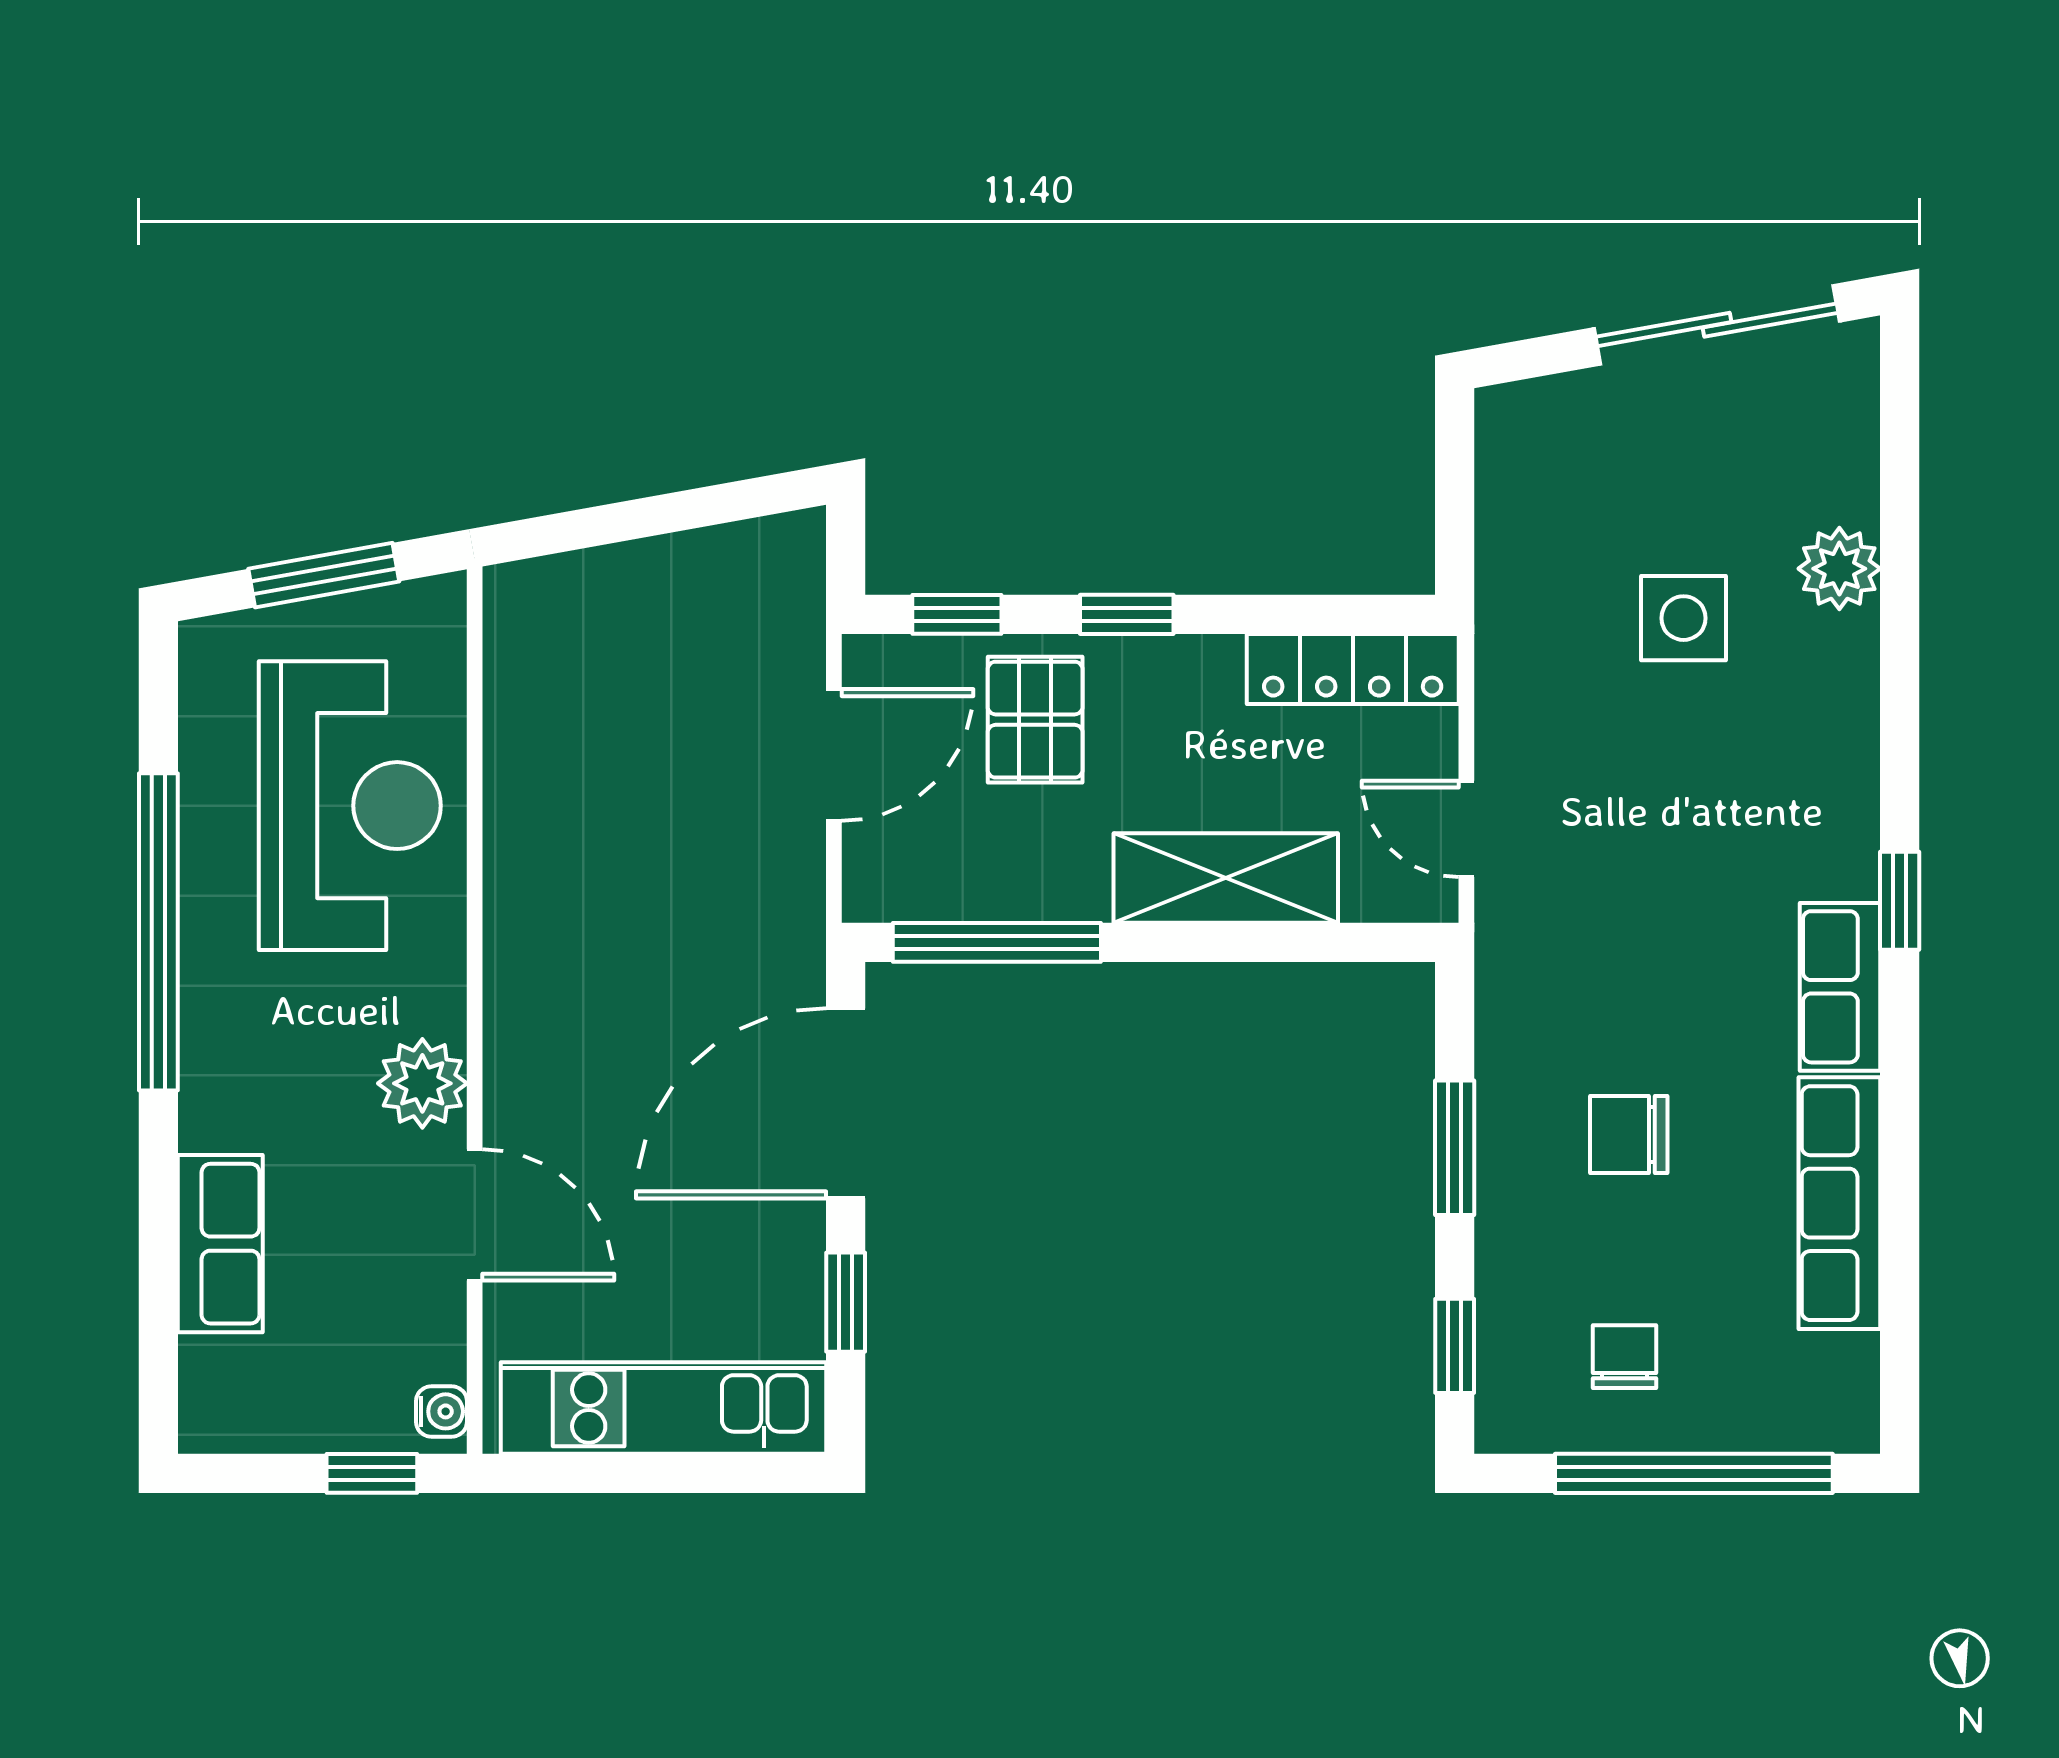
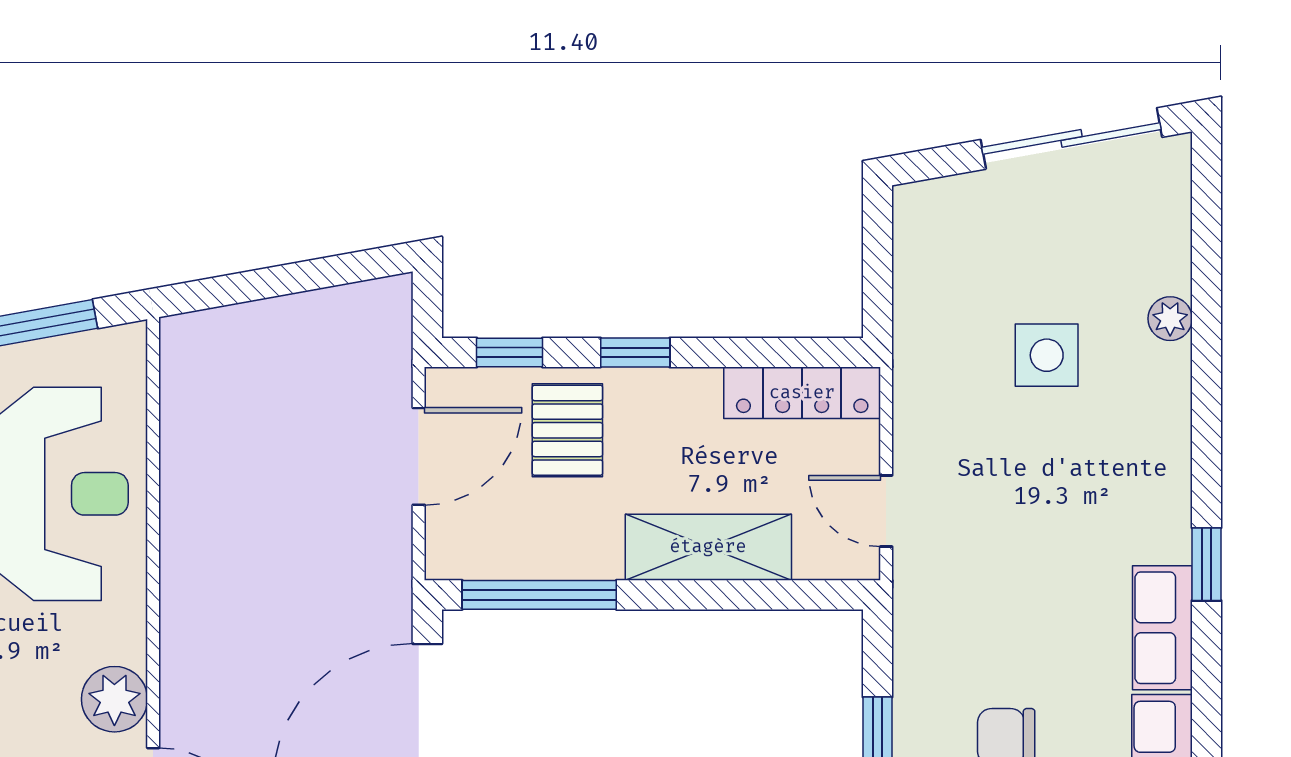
plant: (1839, 569) -> (1170, 319), width x0.73, depth x0.73

